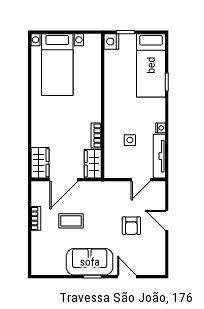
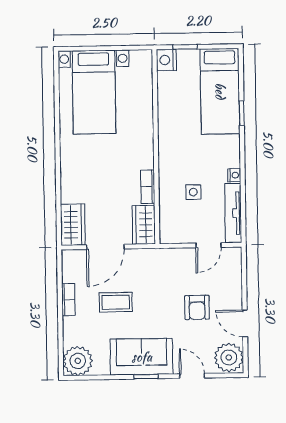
door: (167, 220) -> (245, 323), moved
plant: (154, 263) -> (229, 357), added
plant: (42, 264) -> (78, 361), added

